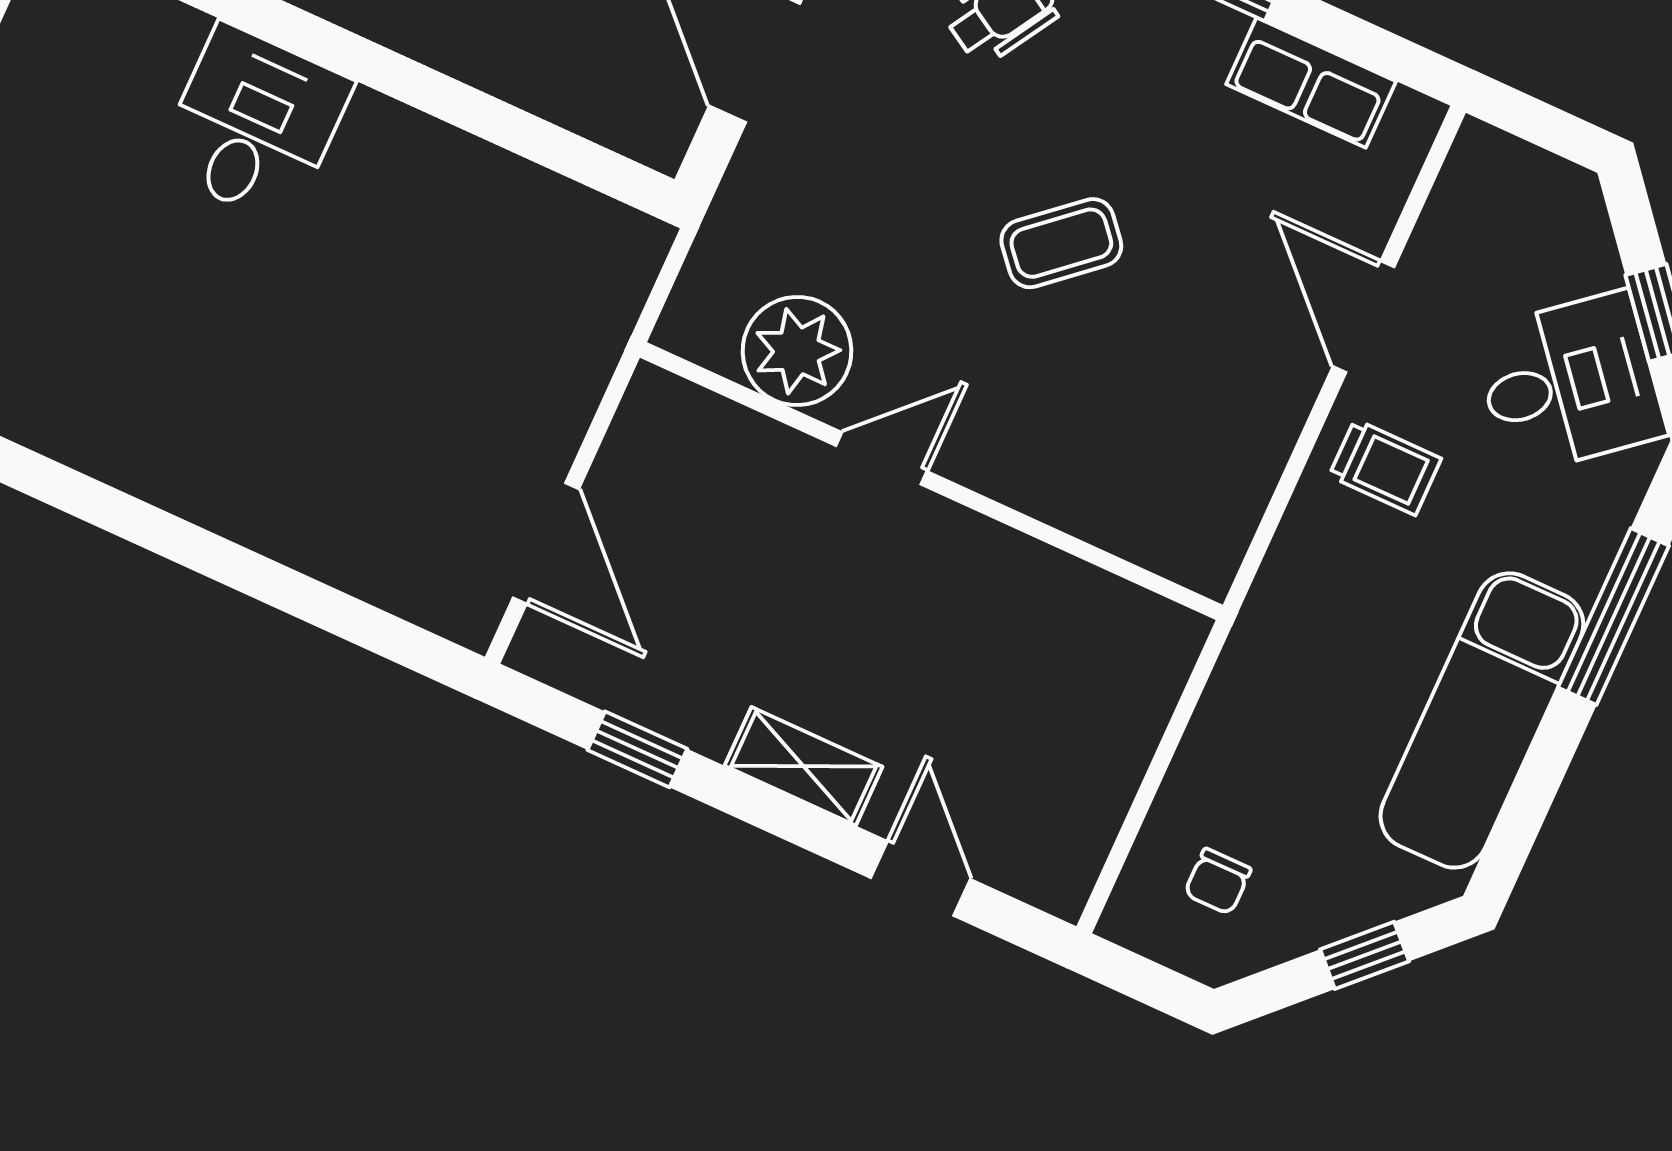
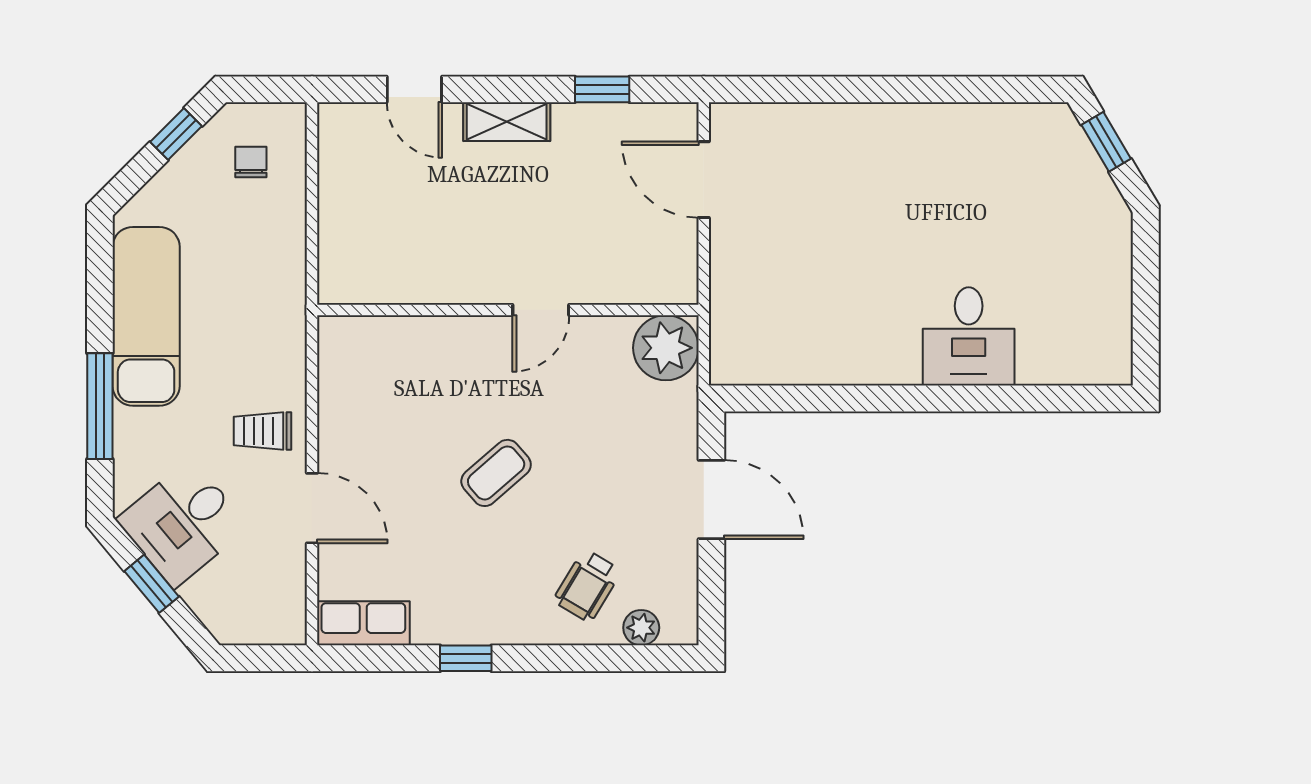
row of seats: (1311, 83) -> (363, 623), moved
plant: (797, 351) -> (666, 348), moved
window: (1364, 955) -> (176, 134), moved

